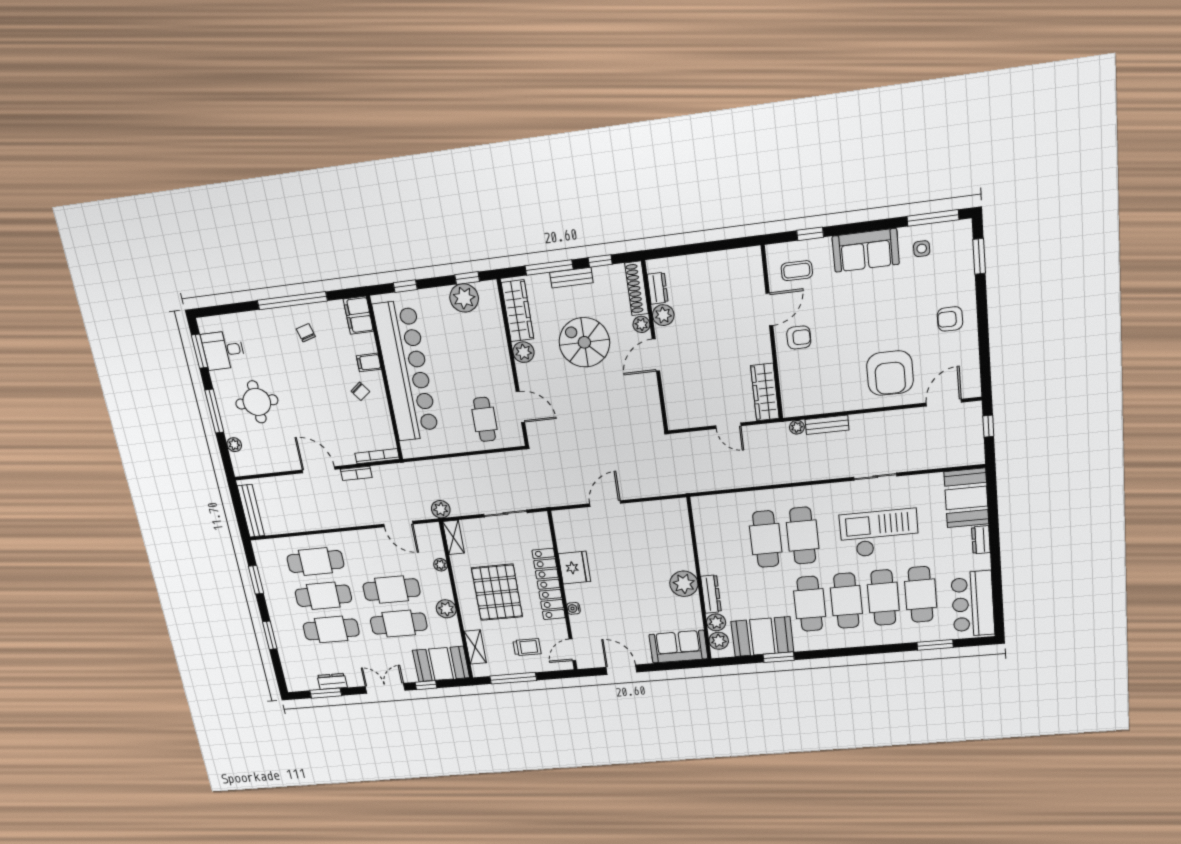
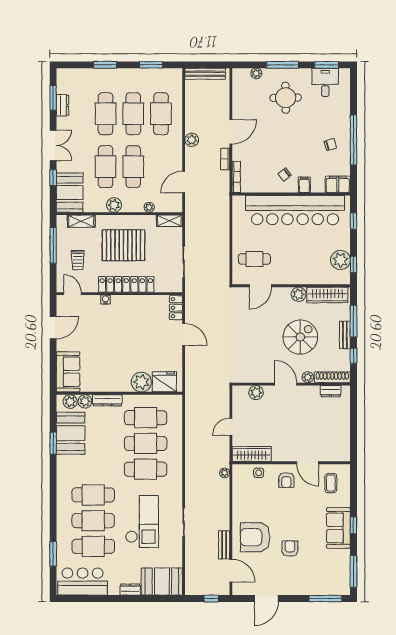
window: (810, 234) -> (353, 525), moved
side table: (922, 249) -> (259, 473), moved
window: (979, 256) -> (325, 599), width x1.44
plant: (663, 315) -> (256, 393), moved
armchair: (950, 319) -> (290, 549), moved
door: (984, 346) -> (266, 599), added
bench: (827, 425) -> (224, 545), moved
plant: (441, 509) -> (192, 140), moved
locker: (570, 517) -> (176, 308), added
fridge: (574, 568) -> (164, 382), moved, turned 180
plant: (684, 584) -> (141, 382), moved
cafe table: (810, 604) -> (146, 418), moved

